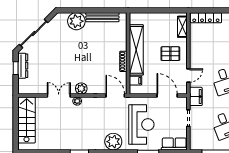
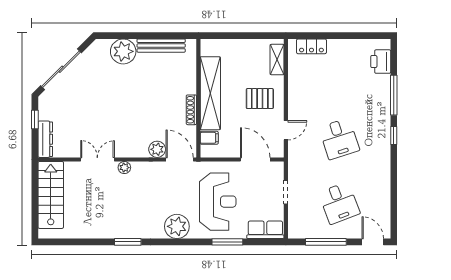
locker: (206, 18) -> (311, 46), width x0.66
dresser: (23, 66) -> (45, 139), moved
plant: (81, 89) -> (157, 149), moved
filing cabinet: (196, 96) -> (297, 161), removed

